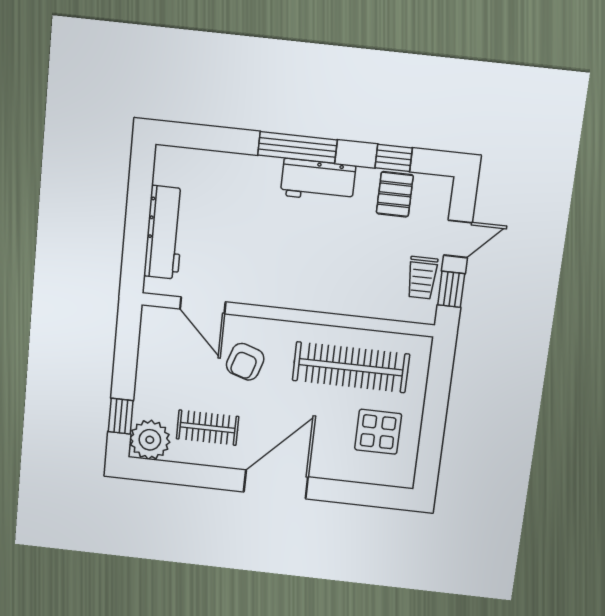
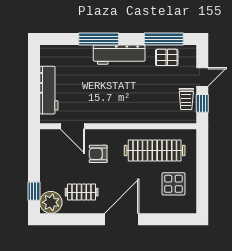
window: (297, 147) -> (99, 39), moved
window: (394, 158) -> (164, 39), width x2.17
workbench: (318, 180) -> (119, 55), width x1.38
pallet: (395, 194) -> (167, 57), turned 90
armchair: (245, 362) -> (98, 154), turned 72

